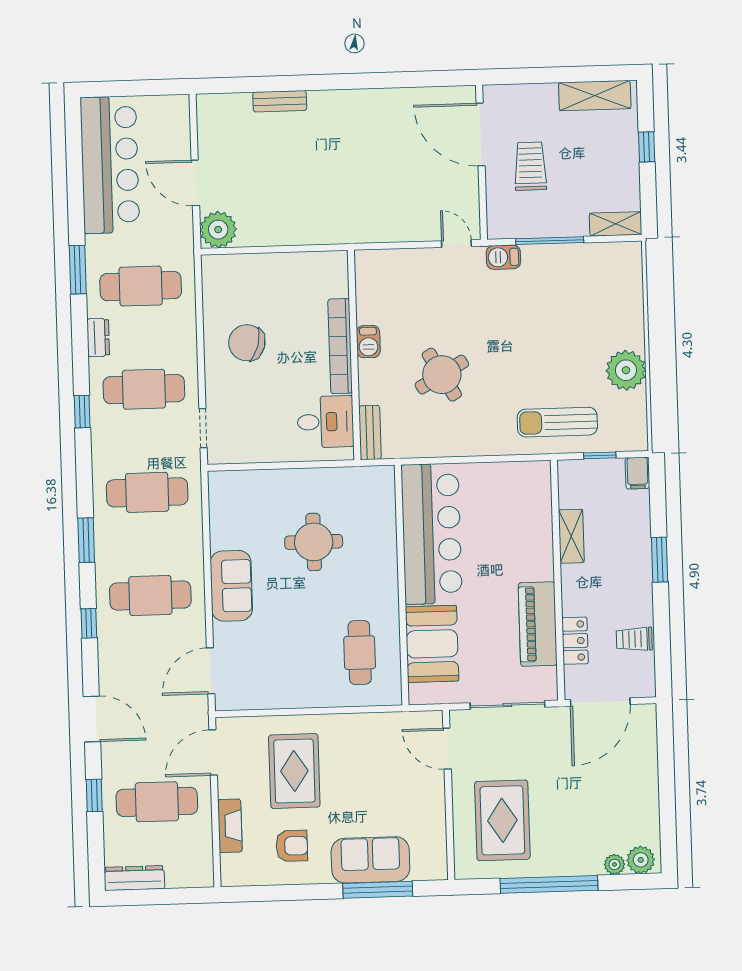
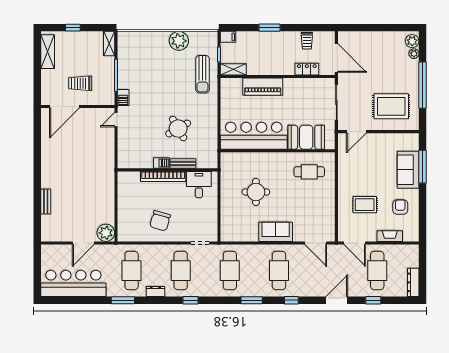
bench: (370, 433) -> (183, 164), moved
shelving: (571, 536) -> (233, 69), moved
piano: (538, 624) -> (263, 87), moved
rug: (294, 771) -> (365, 205), width x0.73, depth x0.70

